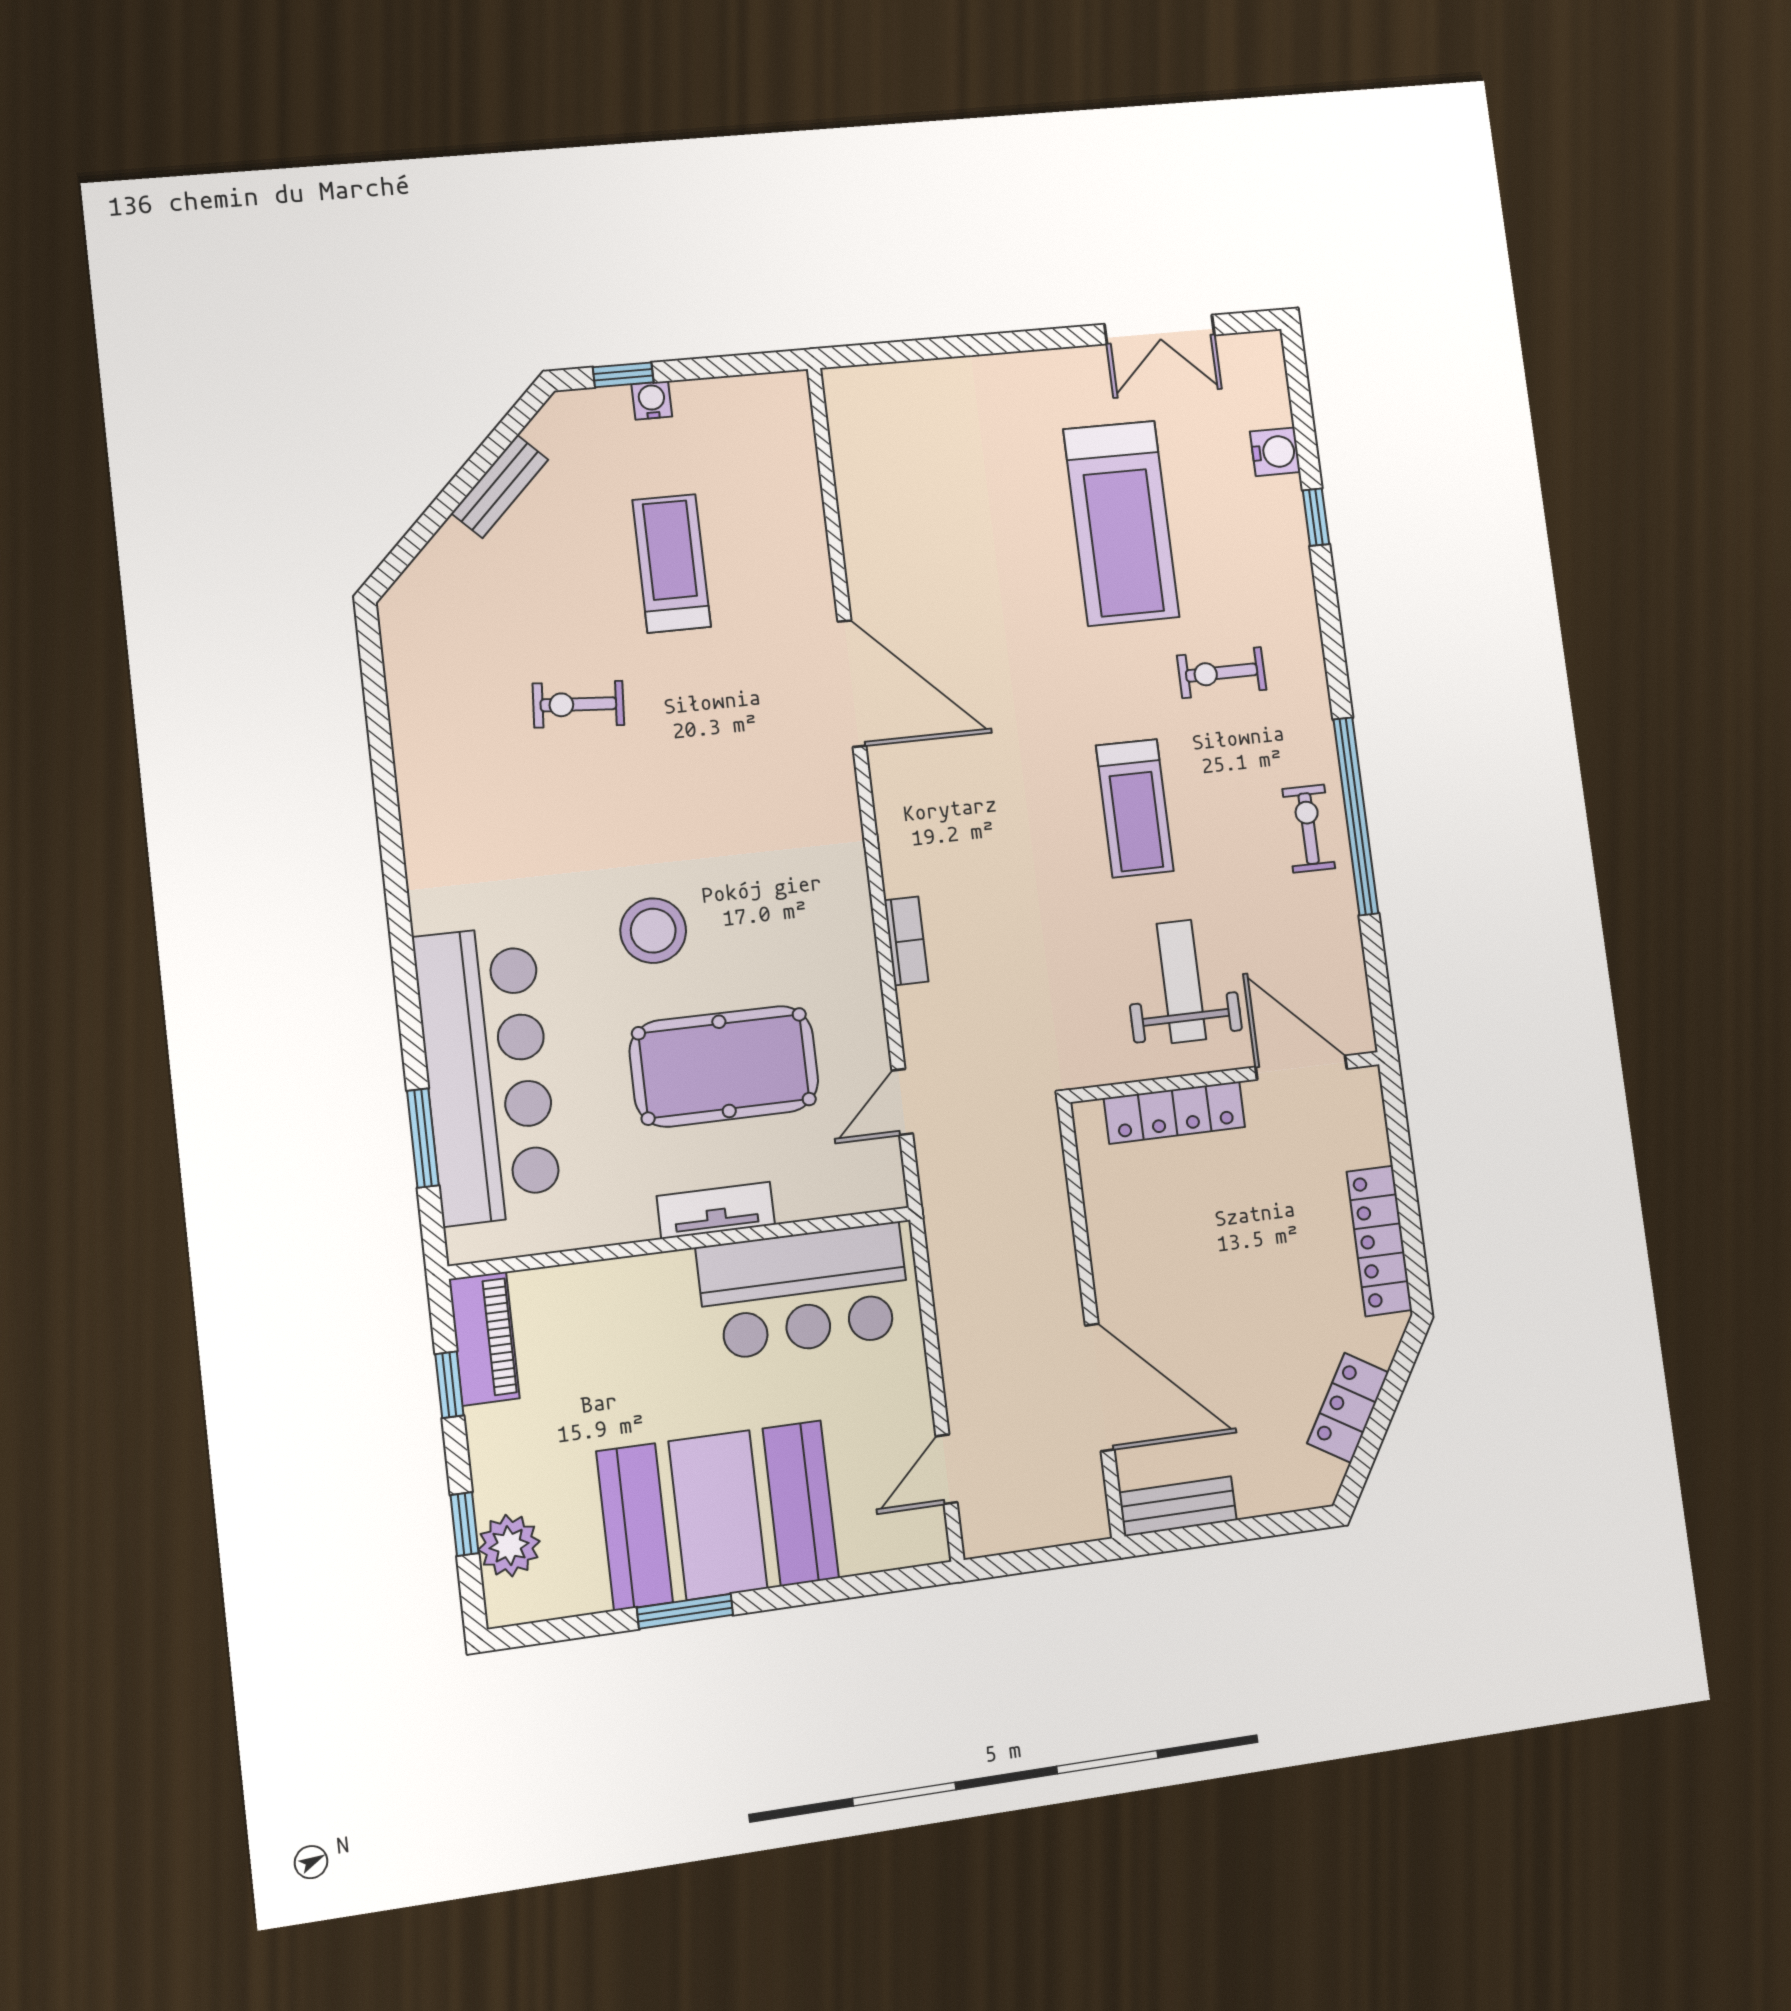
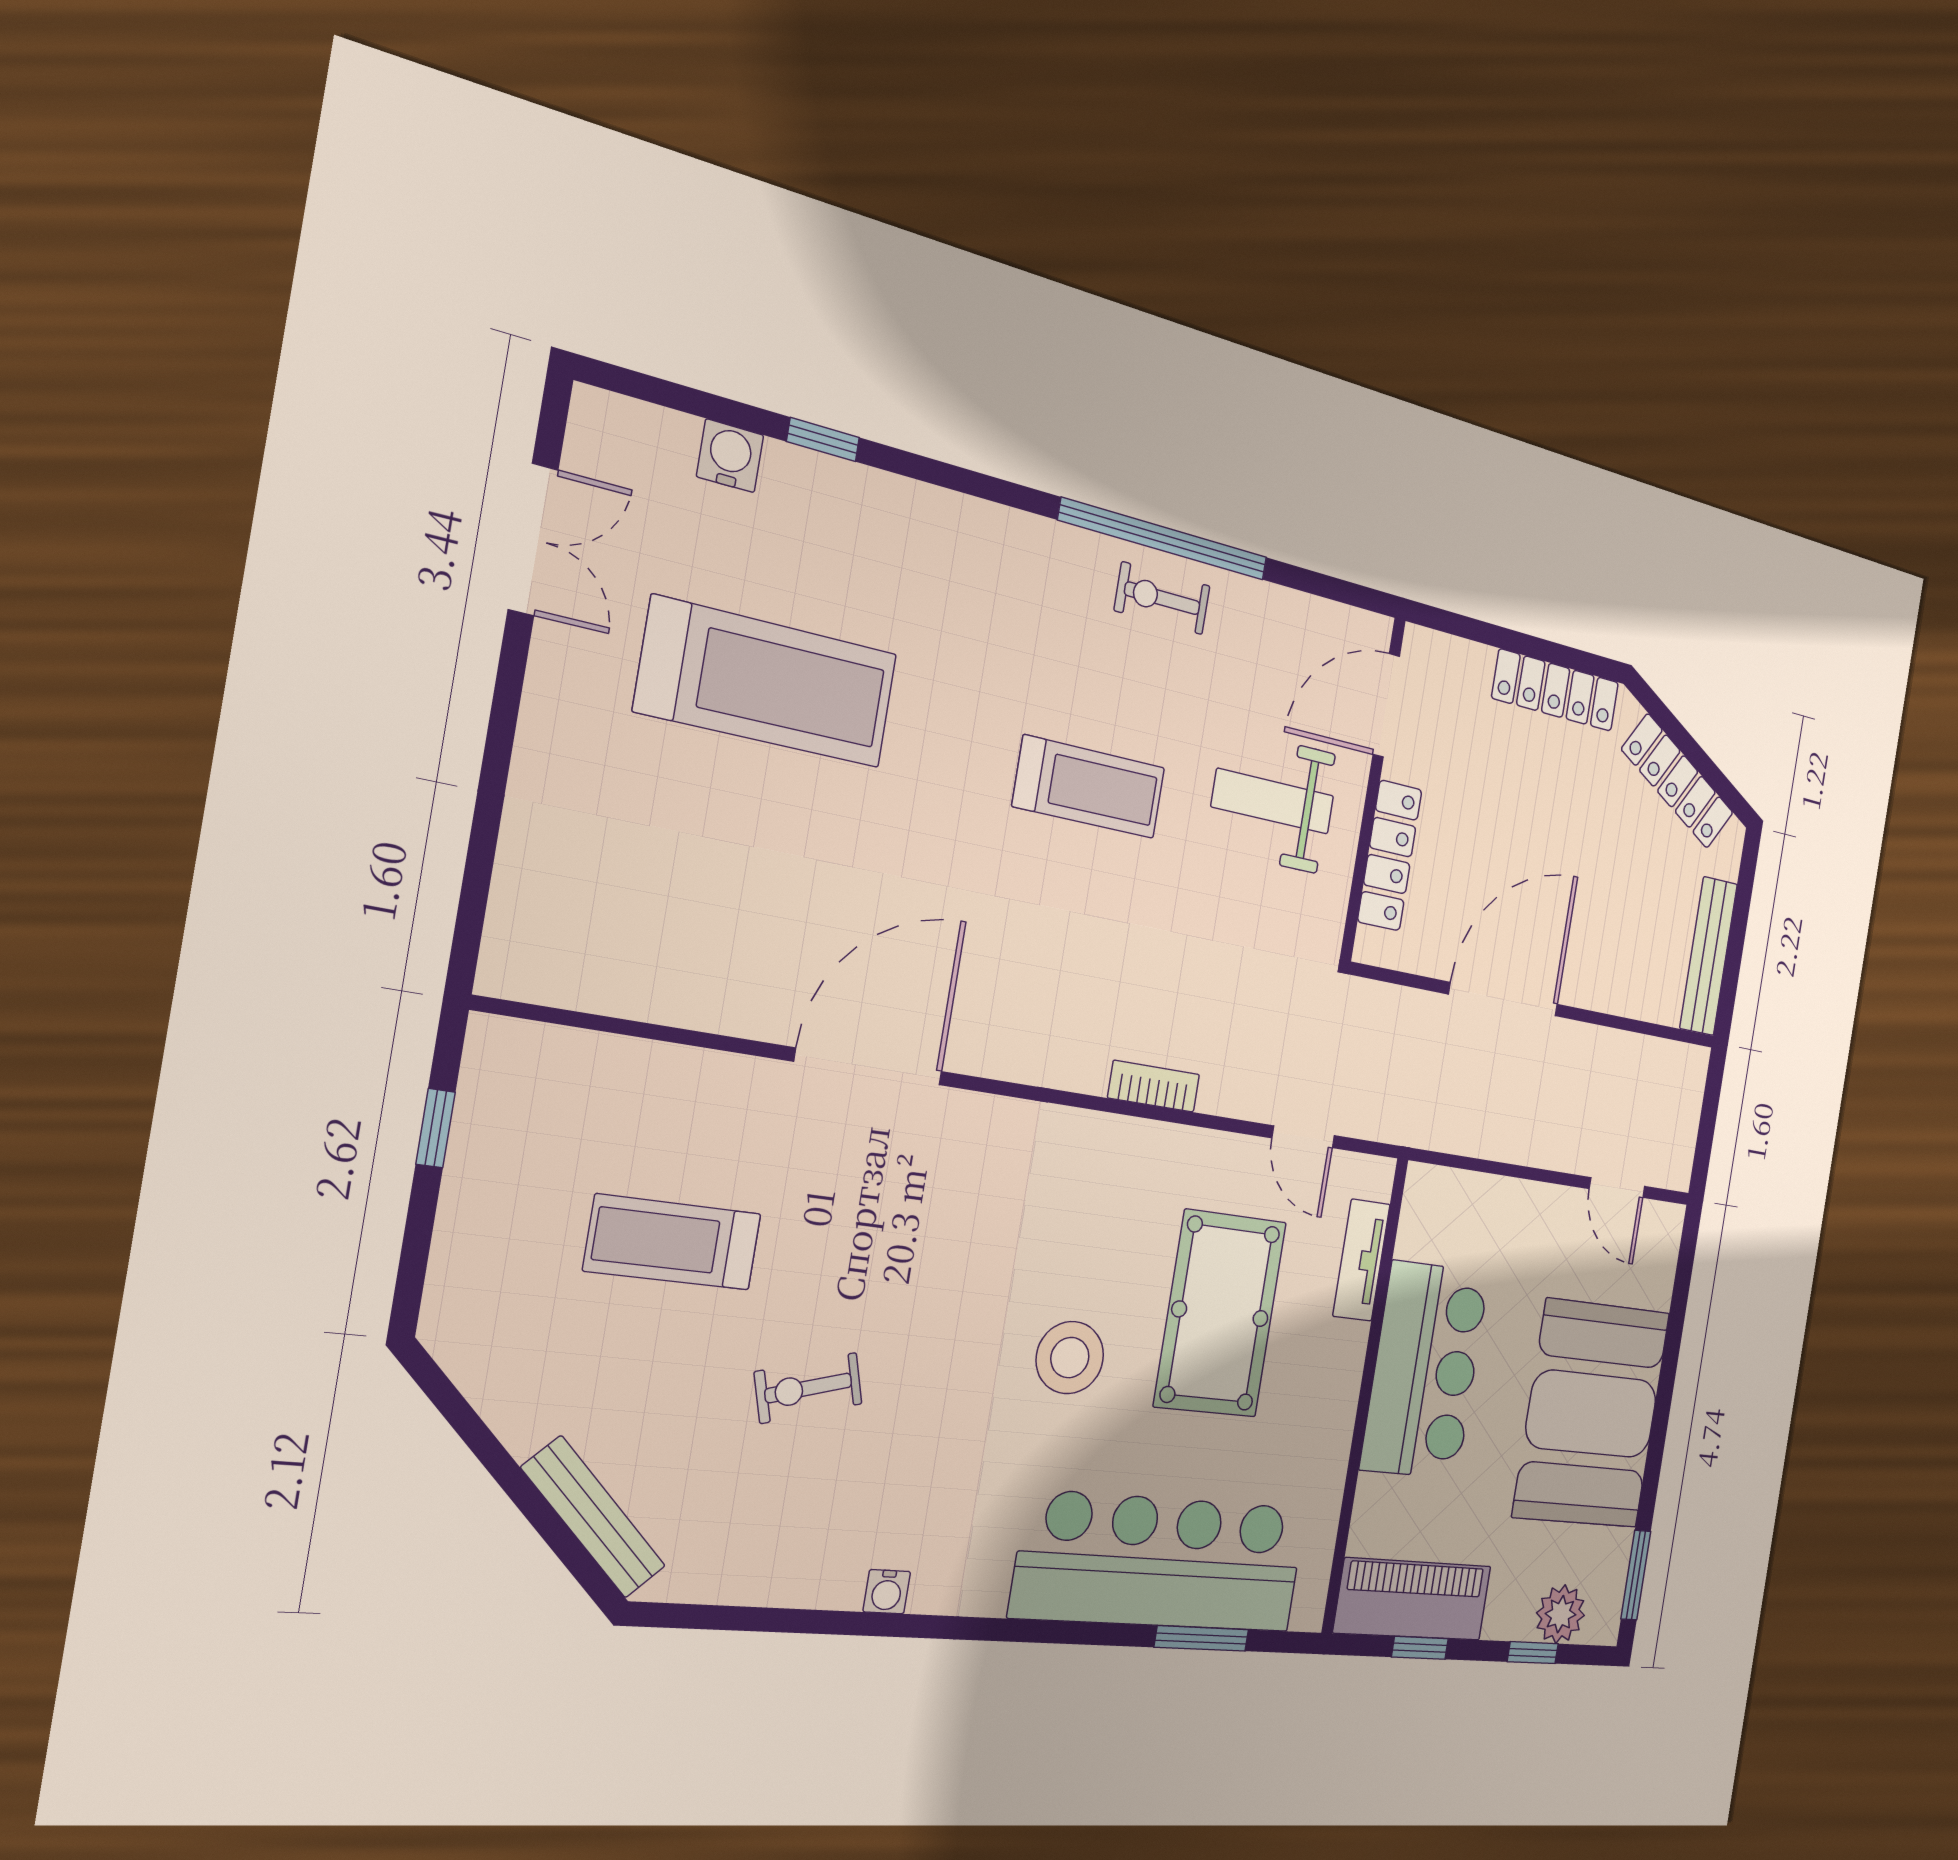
window: (623, 375) -> (436, 1128), moved
water cooler: (652, 400) -> (887, 1592), moved, turned -90
bench: (500, 486) -> (594, 1517), moved, width x1.36
exercise bike: (1222, 673) -> (971, 629), removed
exercise bike: (578, 704) -> (808, 1388), turned 70
tv unit: (716, 1210) -> (1361, 1260), moved
bar counter: (804, 1291) -> (1425, 1370), moved
piano: (484, 1339) -> (1413, 1599), width x1.37, depth x1.33
door: (1100, 1387) -> (1504, 999), moved
locker: (1348, 1408) -> (1678, 781), width x1.53
bench: (1178, 1506) -> (1709, 956), width x1.36
window: (685, 1611) -> (1636, 1575), moved

